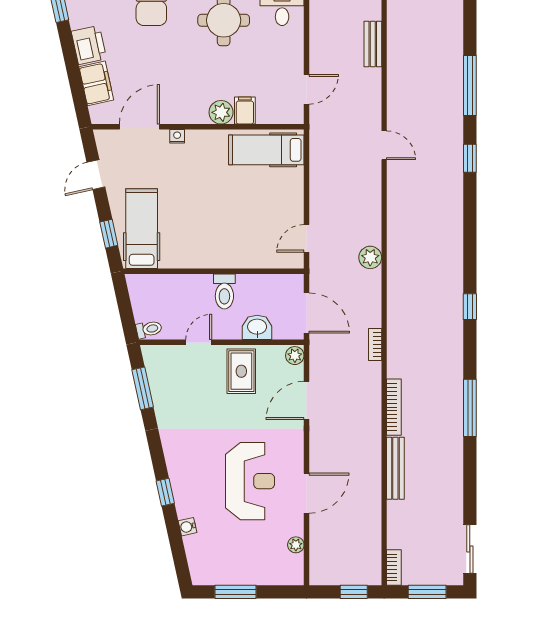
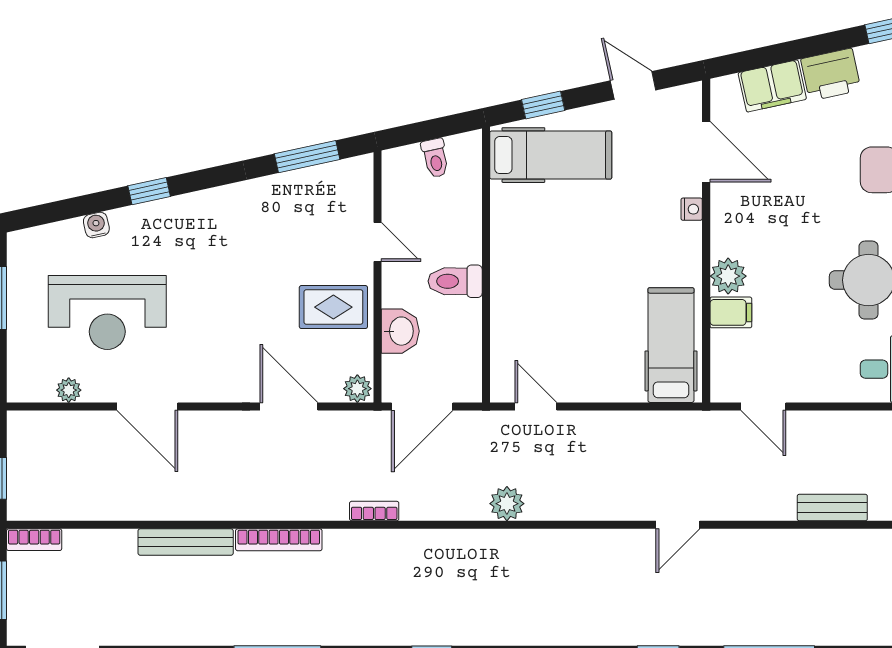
toilet: (149, 329) -> (435, 158), moved
reception desk: (250, 481) -> (107, 312), moved

